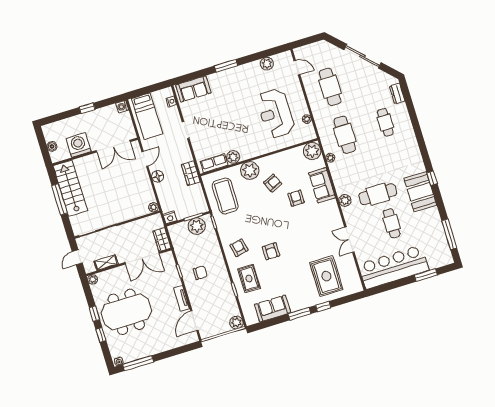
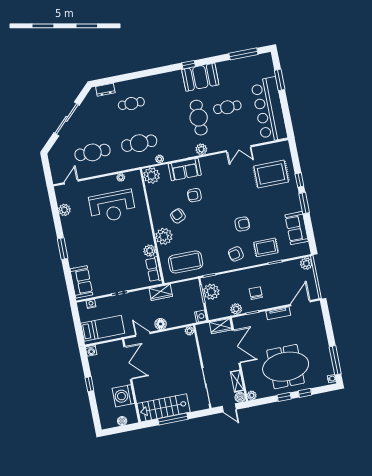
plant: (181, 254) -> (236, 309), added
boiler: (89, 267) -> (240, 397), added
meeting table: (126, 312) -> (286, 367), turned 90
door: (194, 321) -> (300, 303), swing flipped

